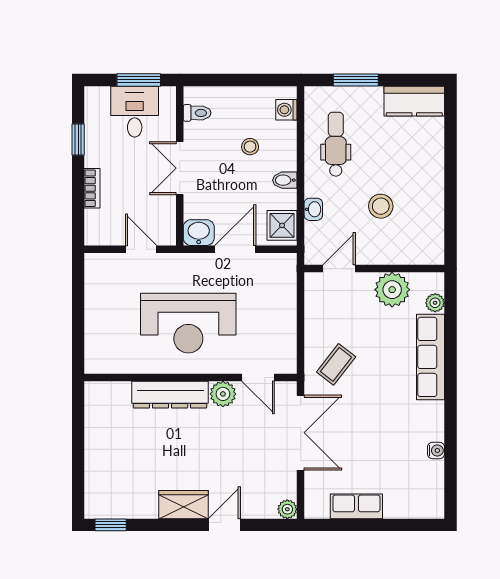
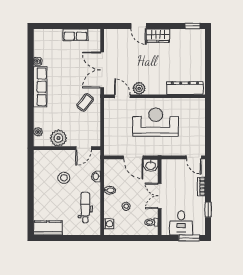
window: (139, 80) -> (189, 238), moved
window: (356, 80) -> (76, 238), removed
dental chair: (336, 144) -> (85, 207), turned 180
double door: (180, 168) -> (160, 196), swing flipped
shower: (282, 225) -> (111, 169), removed
door: (141, 249) -> (194, 157), moved
door: (235, 249) -> (133, 157), hinge flipped
row of seats: (431, 357) -> (40, 87), moved
dresser: (170, 395) -> (185, 88), moved
plant: (287, 509) -> (108, 33), removed
door: (224, 525) -> (138, 26), hinge flipped

